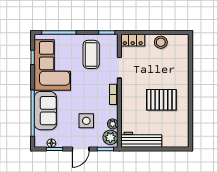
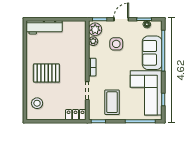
stool: (161, 42) -> (37, 103), moved
pallet: (161, 100) -> (46, 73), moved
workbench: (141, 140) -> (44, 27), moved

